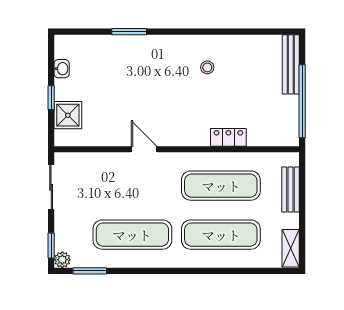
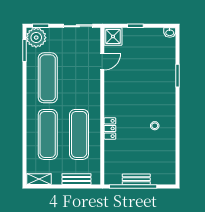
bench: (291, 64) -> (136, 179), moved, width x0.73
washbasin: (62, 69) -> (170, 32), moved
shower: (68, 115) -> (113, 36), moved
locker: (228, 137) -> (110, 128), moved
door: (144, 149) -> (102, 62), moved
plant: (62, 260) -> (36, 38), width x1.88, depth x1.88

